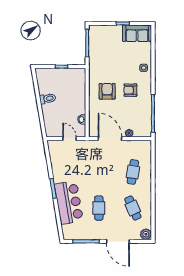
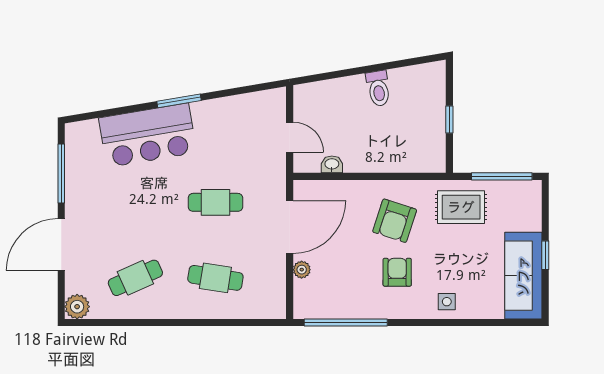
sofa: (137, 33) -> (523, 276), width x1.36
rug: (101, 61) -> (461, 207), added
armchair: (107, 91) -> (395, 221), turned 108
door: (70, 139) -> (290, 137), hinge flipped
cafe table: (99, 208) -> (215, 202), moved

